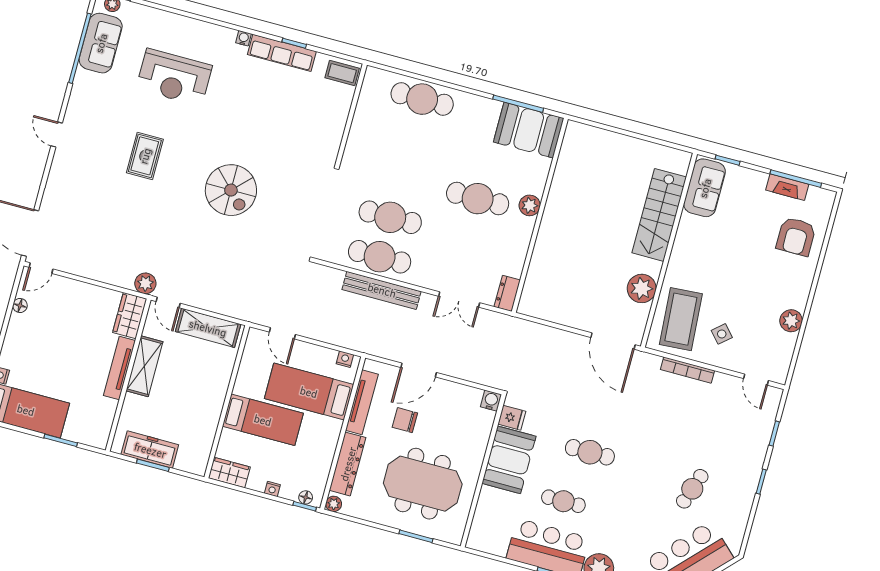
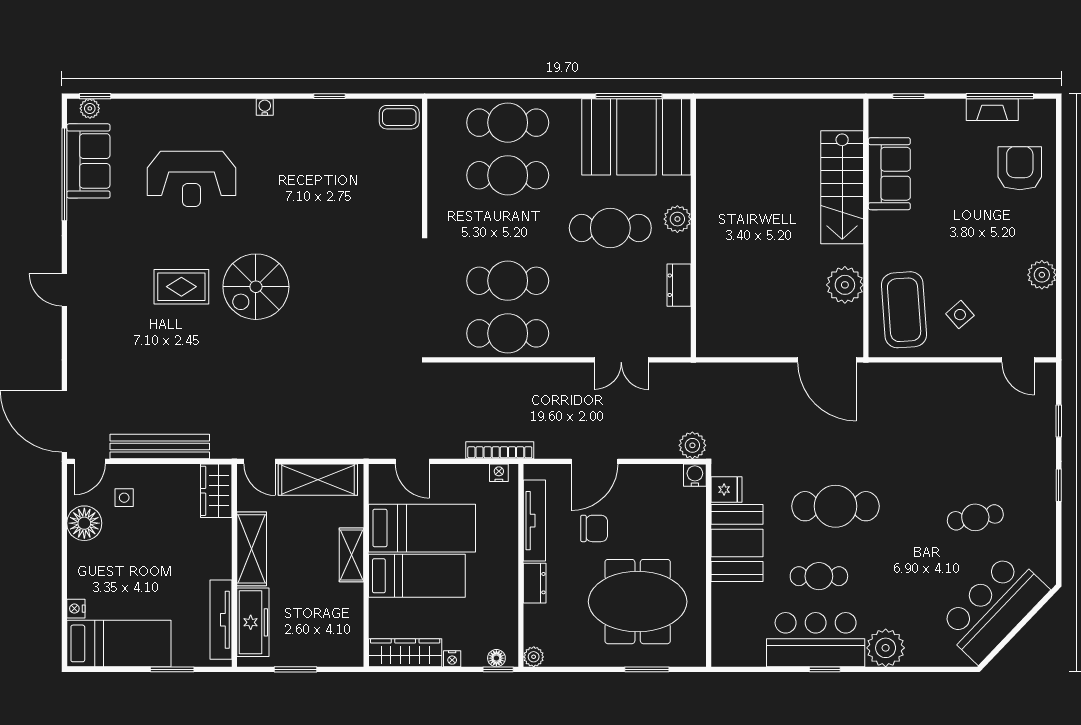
row of seats: (282, 53) -> (317, 112), removed
booth: (529, 130) -> (636, 137), width x1.36, depth x1.42
cafe table: (411, 138) -> (508, 175), added
rug: (145, 156) -> (181, 287), turned 90
sofa: (705, 188) -> (889, 174), moved
spiral stairs: (231, 190) -> (256, 287), moved, turned 90
armchair: (796, 237) -> (1020, 168), turned 180
plant: (145, 283) -> (692, 445), moved
bench: (382, 290) -> (160, 447), moved
dresser: (507, 293) -> (679, 285), moved
side table: (59, 302) -> (124, 498), added
floor lamp: (20, 305) -> (84, 523), width x1.89, depth x1.89
tv unit: (119, 368) -> (221, 620), moved
bookcase: (687, 370) -> (500, 450), moved, turned 180
shelving: (218, 391) -> (352, 555), added
bed: (309, 392) -> (422, 528), moved, turned 180
chair: (405, 420) -> (594, 528), turned 180
freezer: (150, 450) -> (253, 622), moved, turned 90
cafe table: (590, 452) -> (835, 506), width x1.37, depth x1.35
dresser: (348, 464) -> (535, 583), width x0.51, depth x0.80
wardrobe: (229, 473) -> (405, 653), width x1.50
cafe table: (692, 489) -> (975, 517), turned 61

